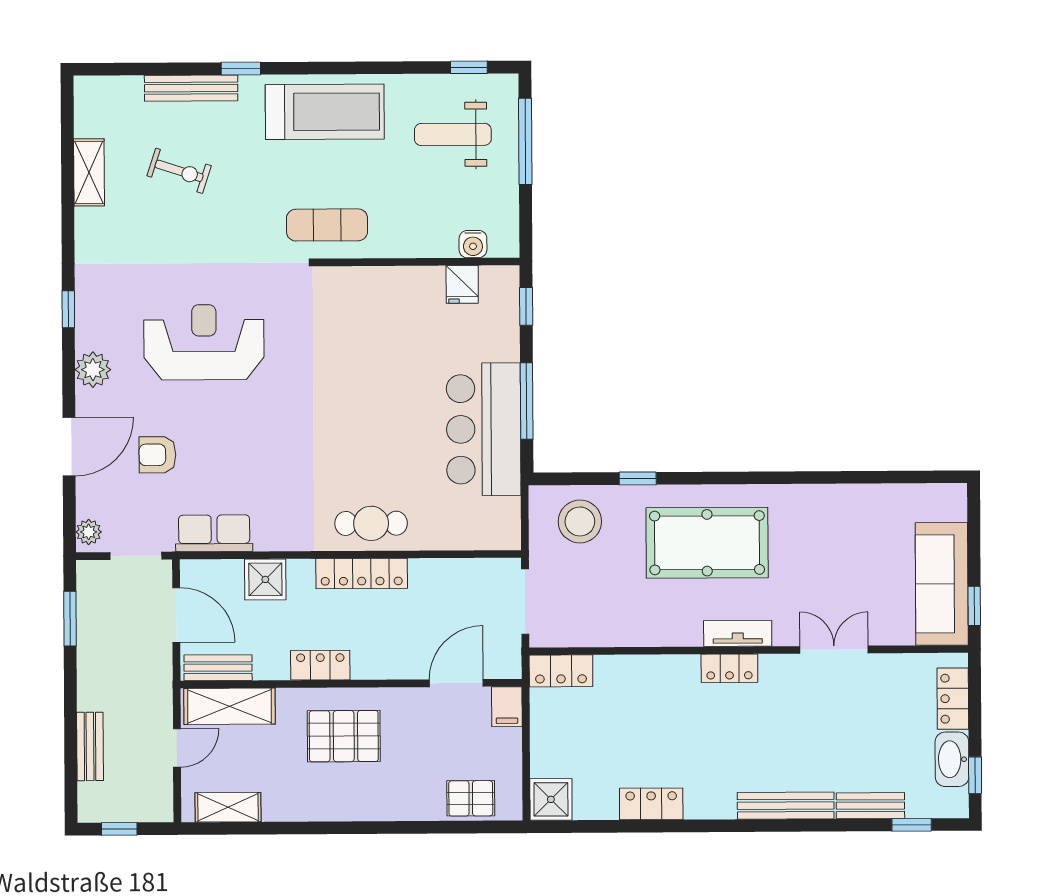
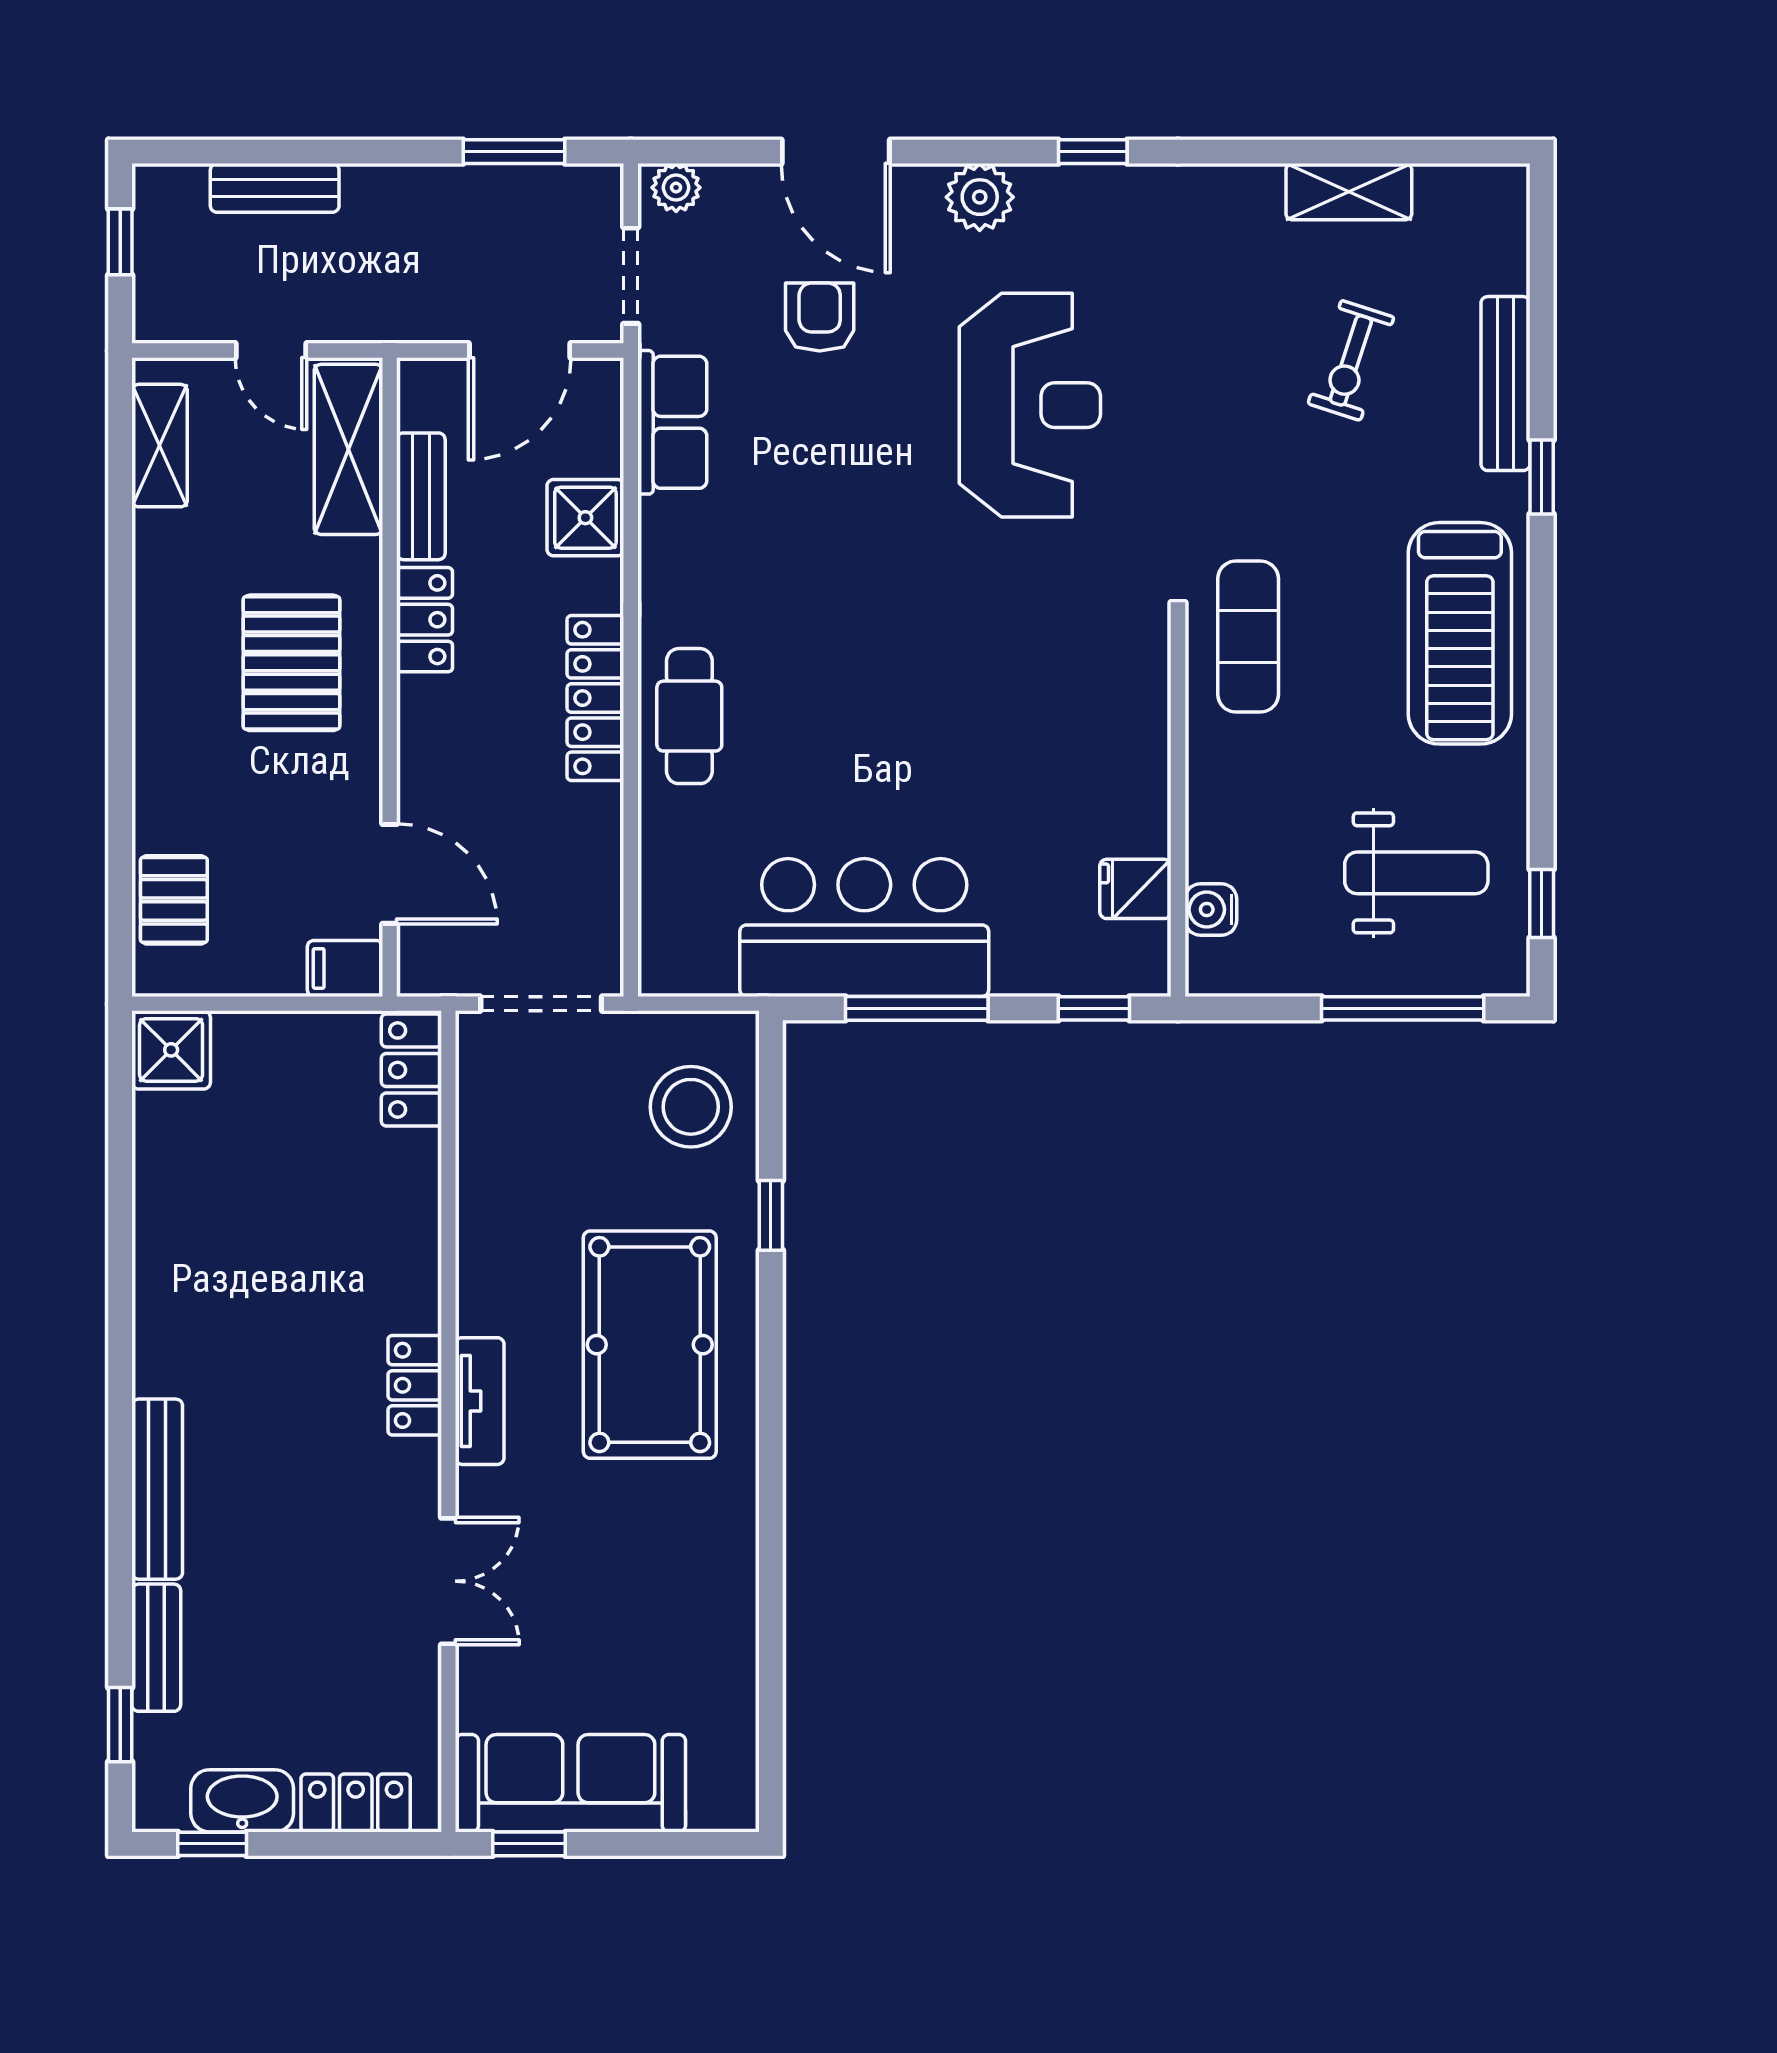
weight bench: (453, 134) -> (1416, 873), turned 90
bench: (218, 668) -> (421, 496), moved
locker: (651, 804) -> (162, 1237), removed

